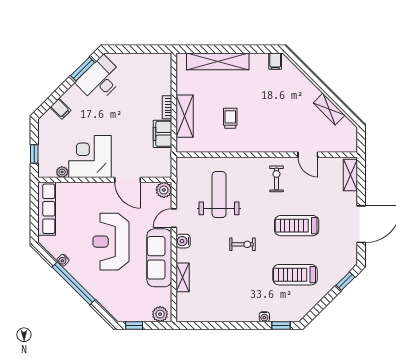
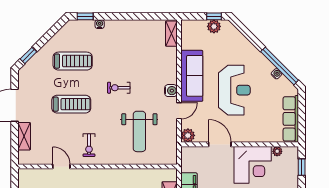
shelving: (350, 175) -> (24, 136), moved
shelving: (183, 277) -> (171, 34), moved
window: (74, 283) -> (280, 66), moved
plant: (160, 314) -> (214, 26), moved

